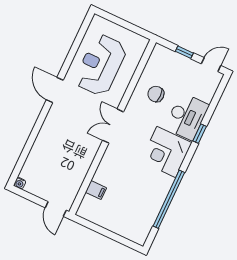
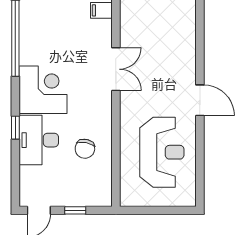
chair: (156, 94) -> (85, 149), turned 101
double door: (113, 126) -> (116, 69), moved

